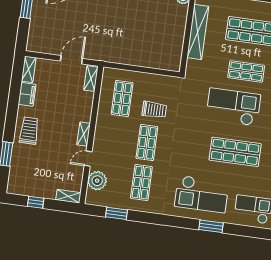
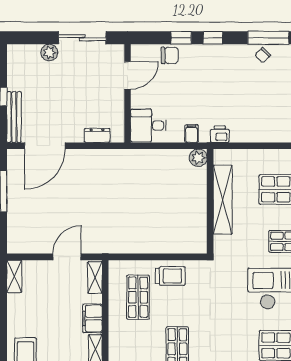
filing cabinet: (27, 94) -> (93, 318), moved, turned 180
trolley: (154, 110) -> (170, 276), moved

